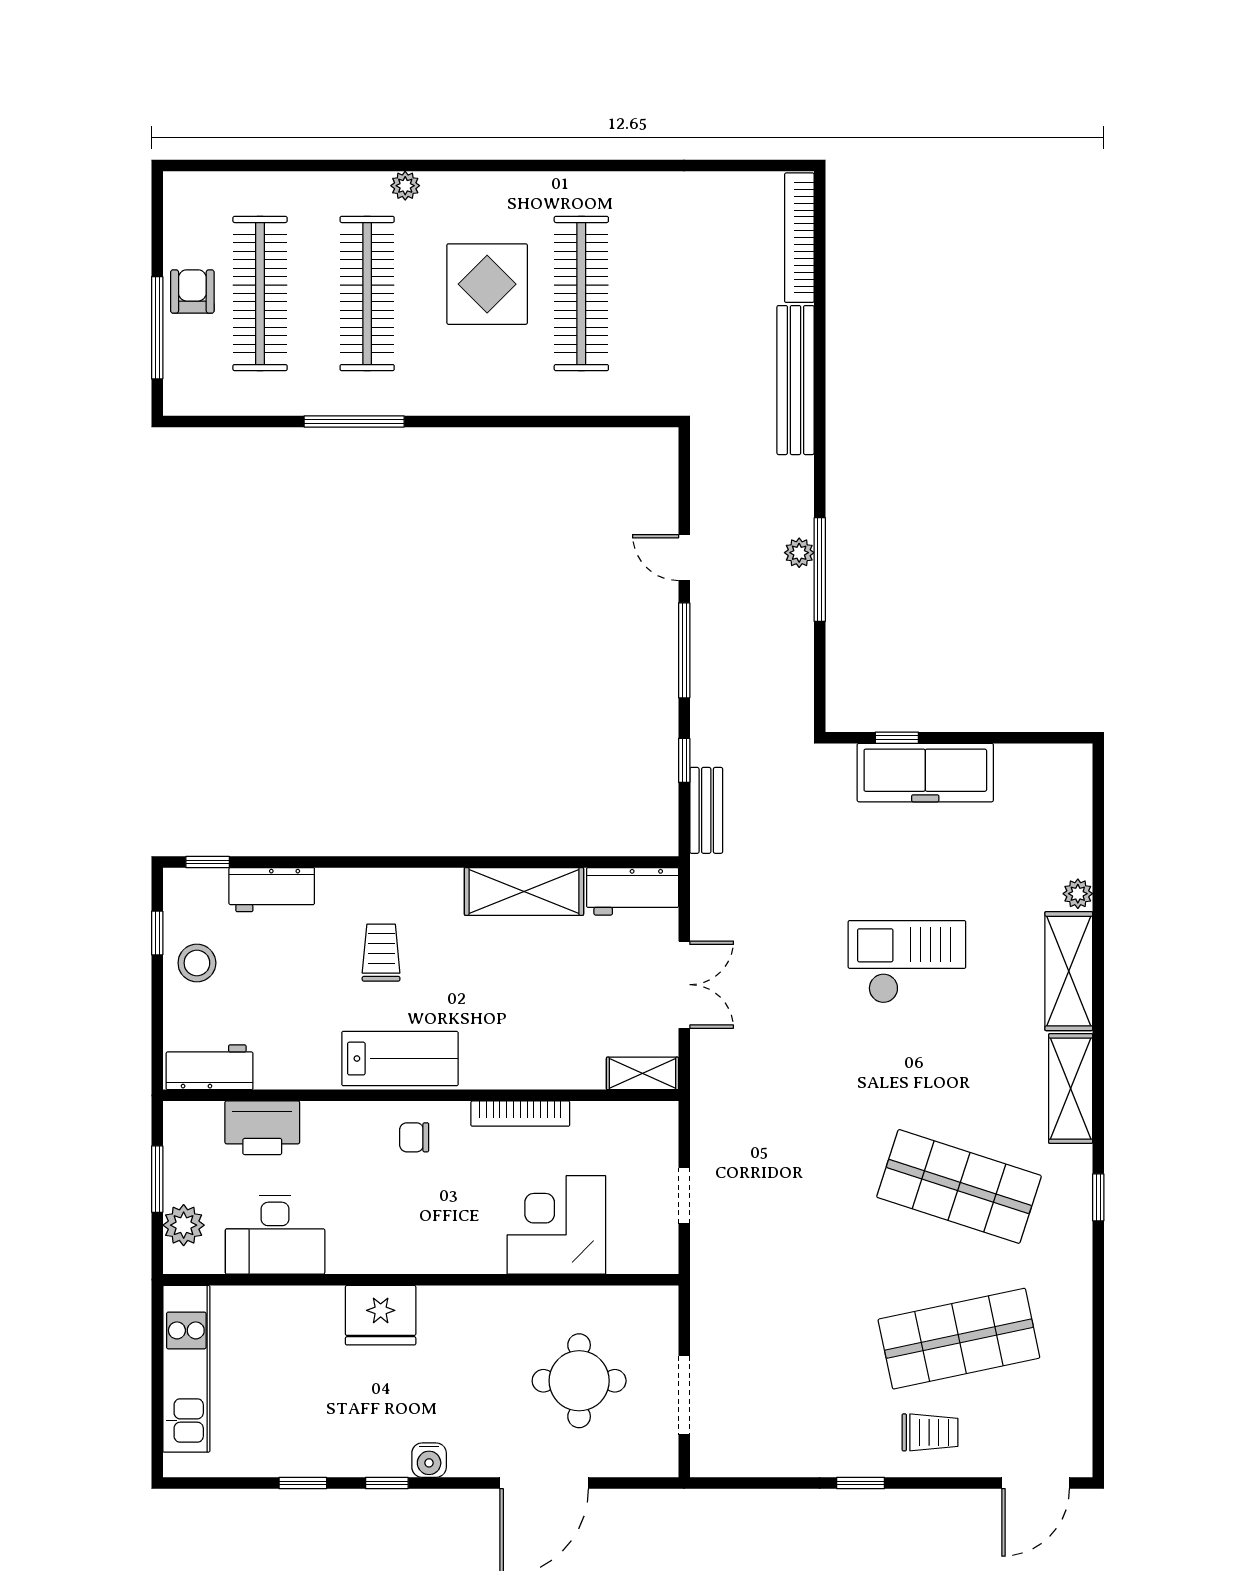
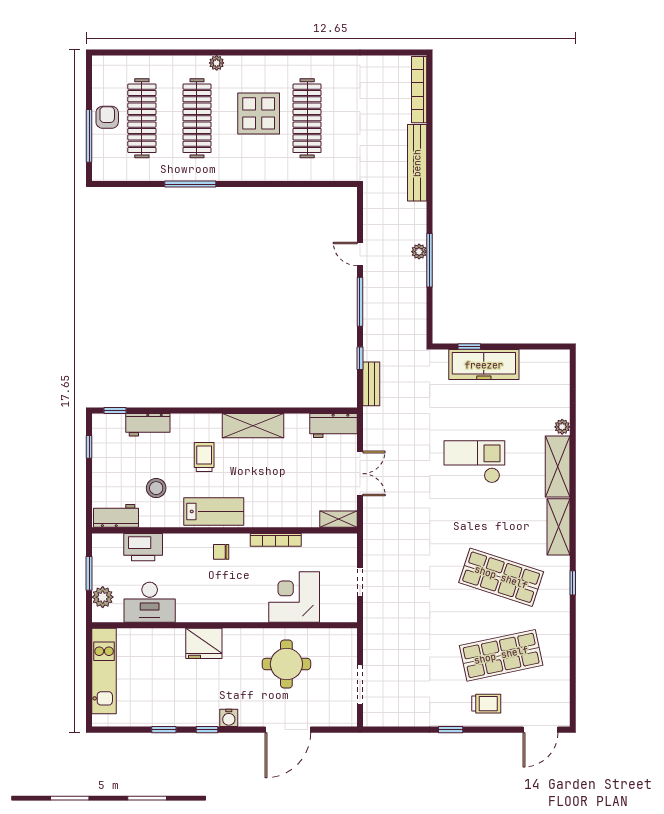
shelving: (524, 891) -> (253, 426), moved
stool: (197, 963) -> (156, 488), moved
round table: (579, 1381) -> (286, 664), moved

